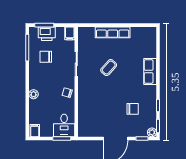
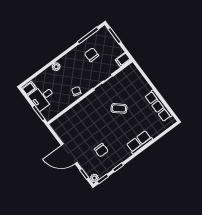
row of seats: (113, 32) -> (159, 106), moved
printer: (47, 34) -> (109, 42), removed
desk: (64, 125) -> (42, 97), moved

